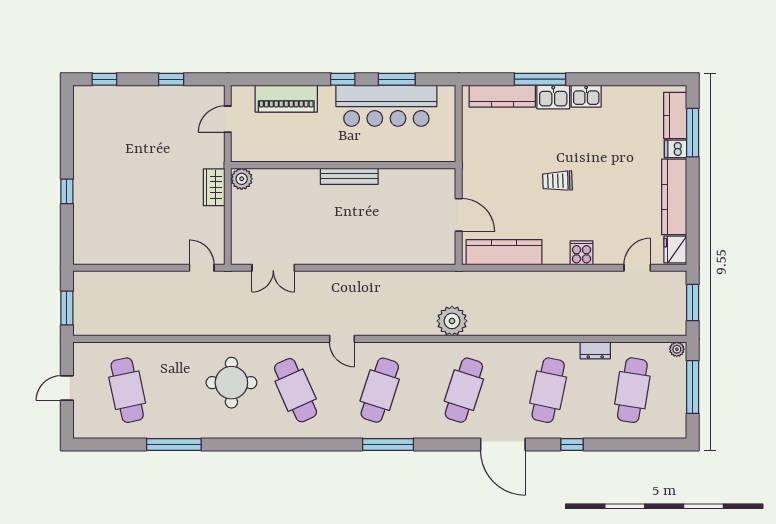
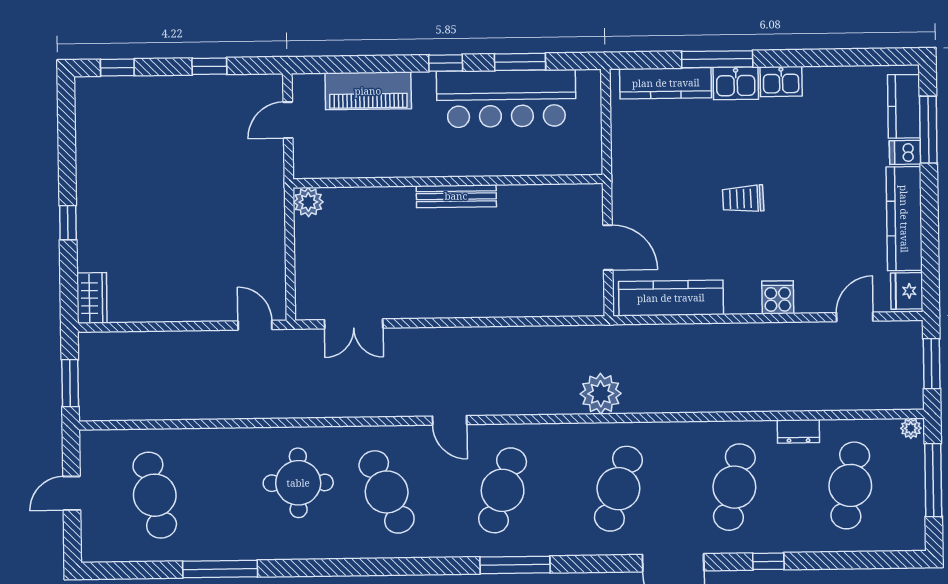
wardrobe: (214, 187) -> (92, 298), moved, turned 180

